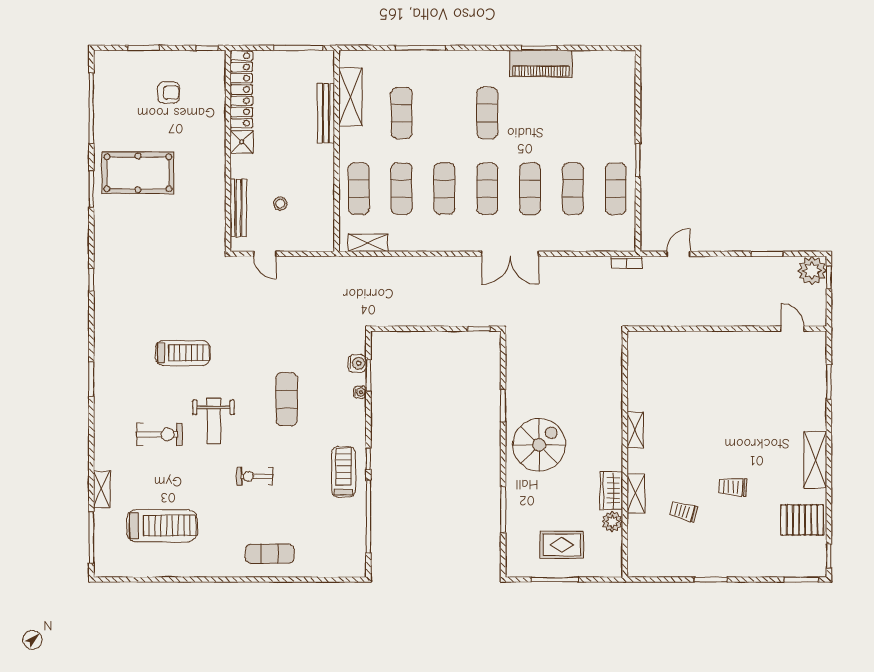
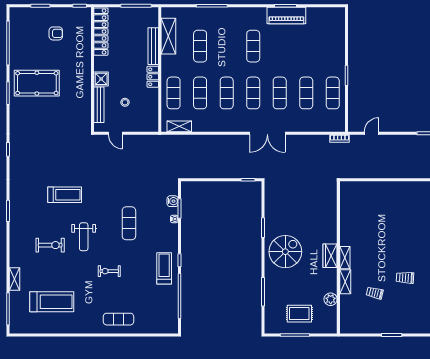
shower: (242, 142) -> (101, 79), moved
locker: (325, 163) -> (153, 77), added
shelving: (635, 430) -> (345, 258), moved
wardrobe: (611, 491) -> (330, 256), moved

